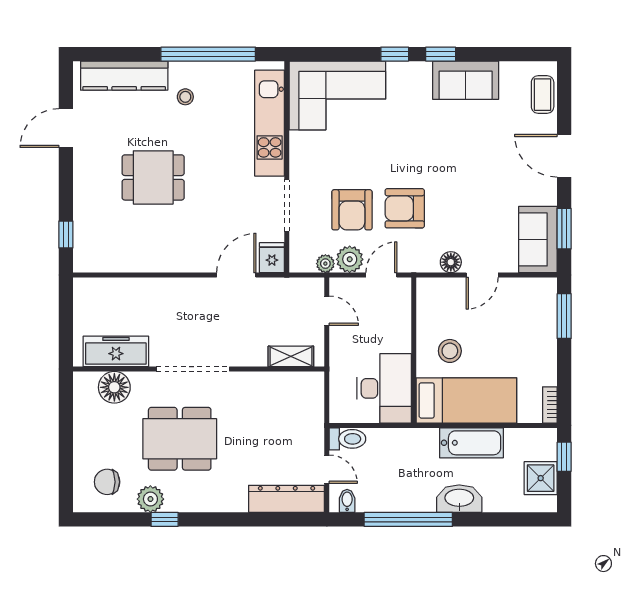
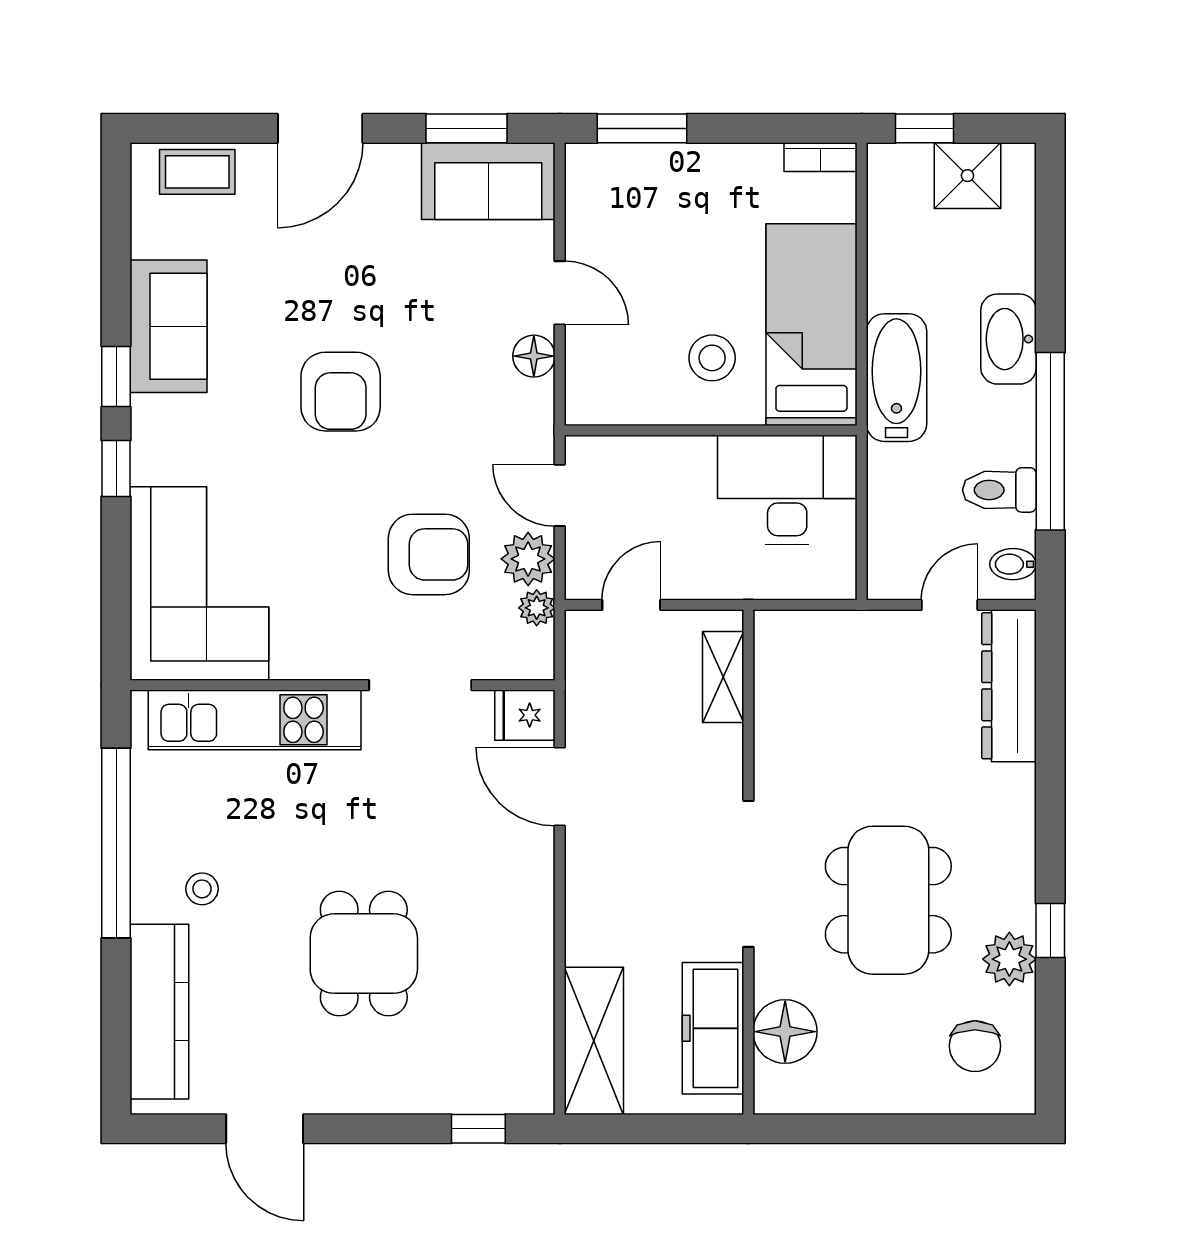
armchair: (405, 208) -> (341, 392), moved
shelving: (110, 292) -> (594, 1041), added
toilet: (347, 439) -> (999, 490), moved, turned -90
bathtub: (471, 443) -> (896, 378), moved

